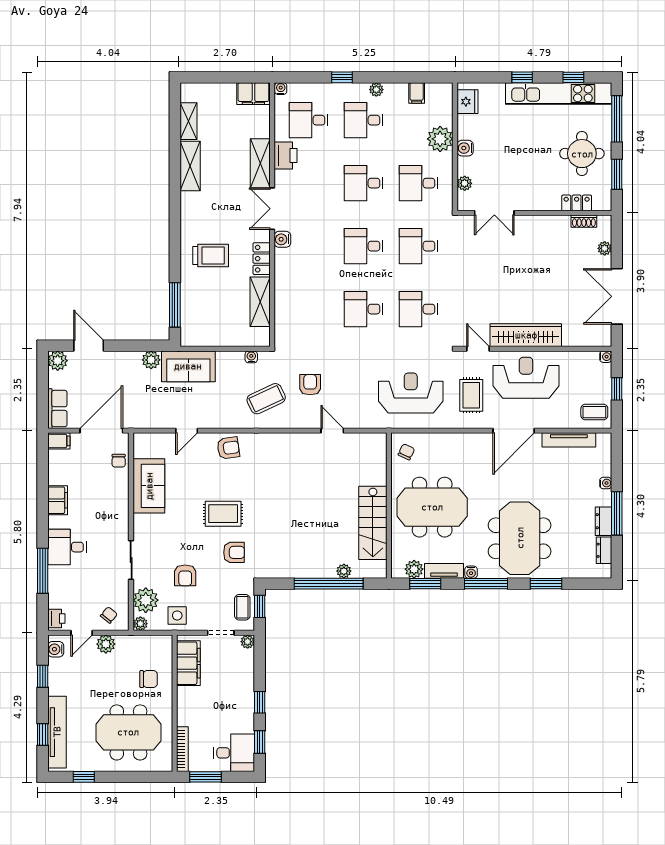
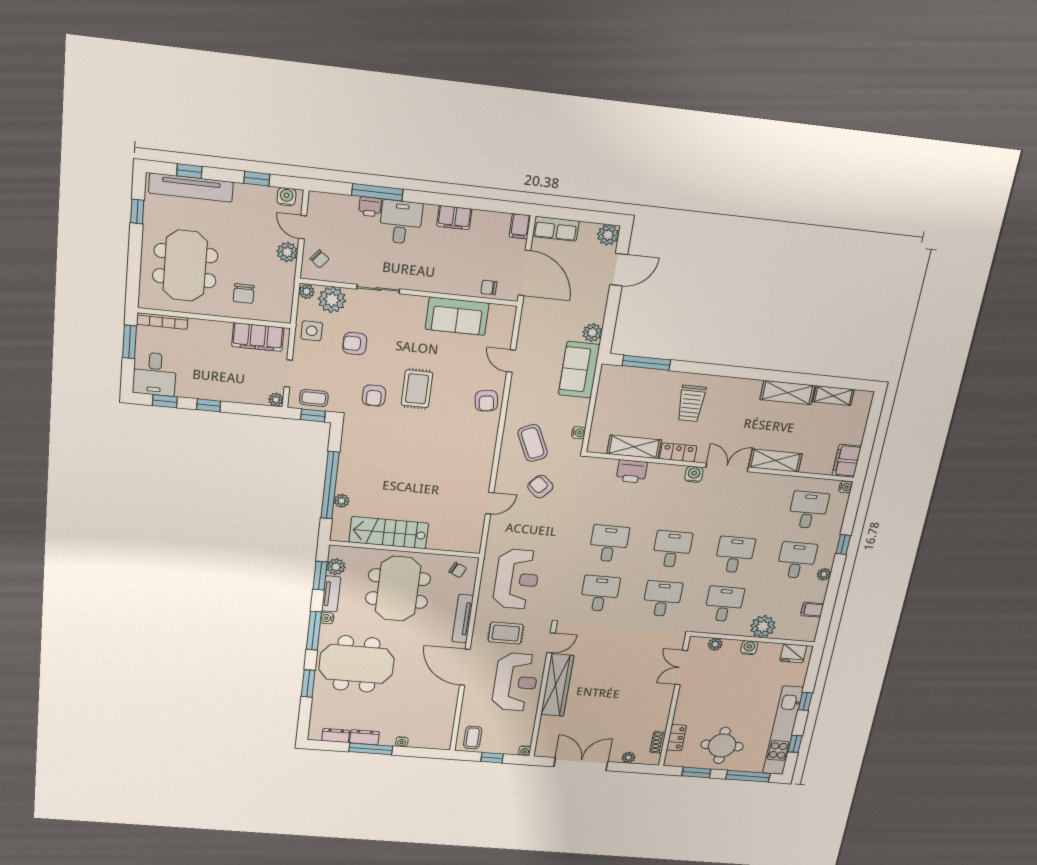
printer: (286, 156) -> (632, 471), moved
armchair: (310, 385) -> (540, 487), turned -138
tv unit: (569, 440) -> (463, 619), moved
printer: (56, 618) -> (370, 207), moved

